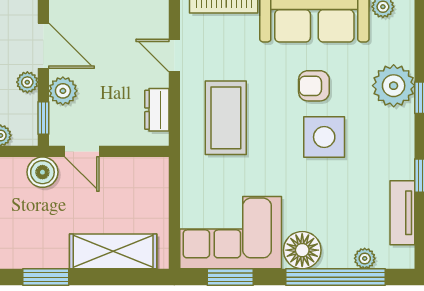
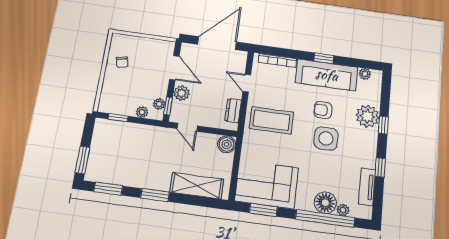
plant: (27, 82) -> (159, 104), moved
coffee table: (226, 118) -> (271, 120), turned 90
boiler: (42, 172) -> (227, 144), moved
floor lamp: (302, 250) -> (325, 203), moved

